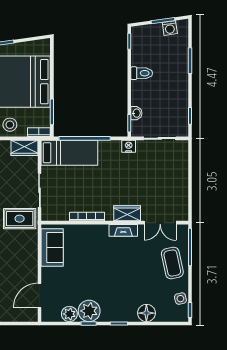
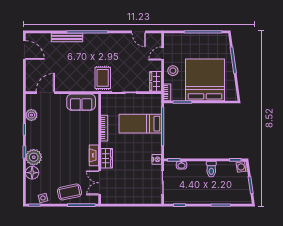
washing machine: (170, 28) -> (242, 167), moved
bed: (69, 153) -> (140, 124), moved, turned 90
door: (39, 295) -> (45, 93), hinge flipped
plant: (89, 311) -> (34, 157), moved

